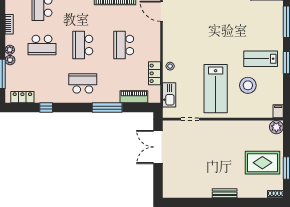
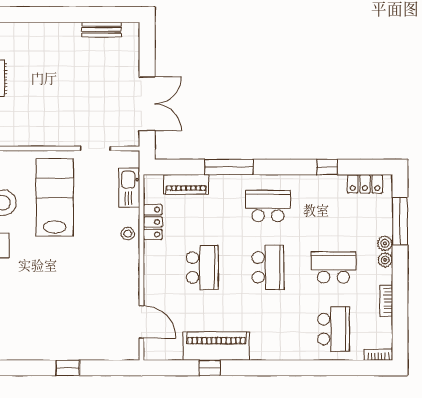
school desk: (83, 83) -> (268, 206), turned 180
bench: (225, 193) -> (102, 30), moved

